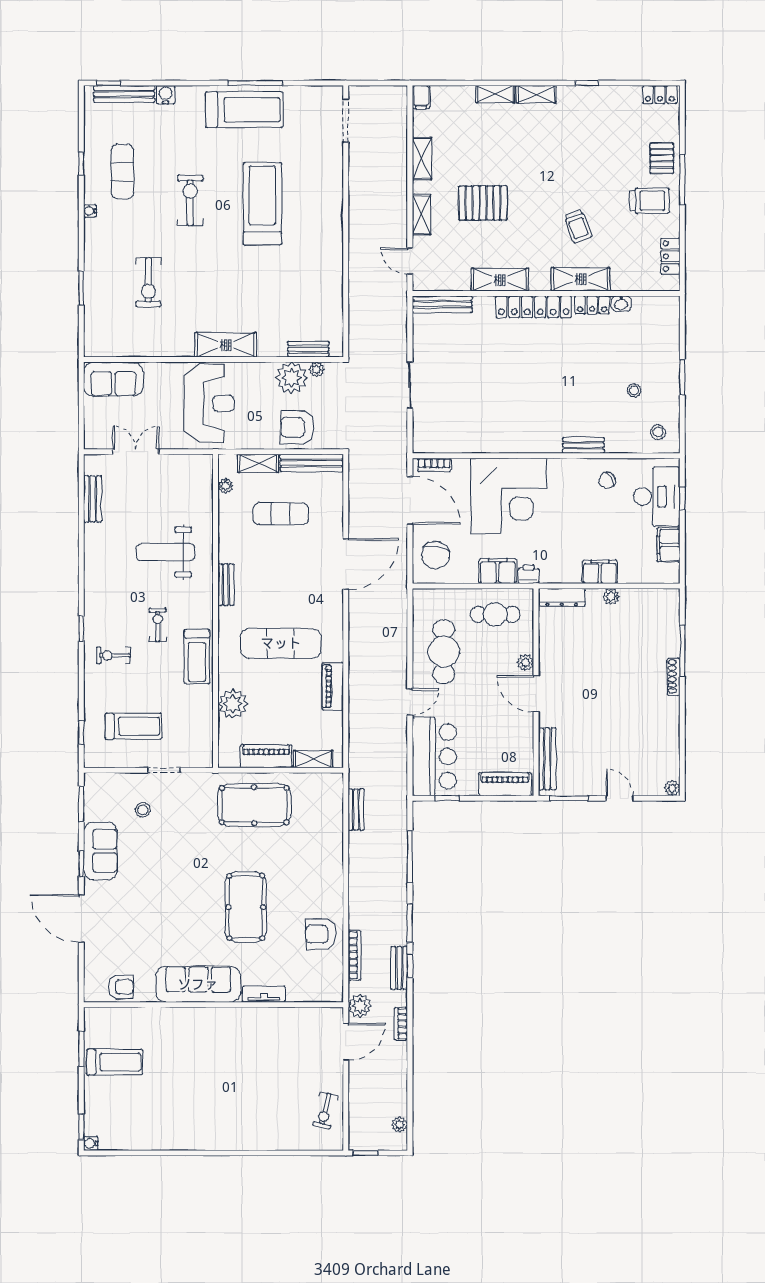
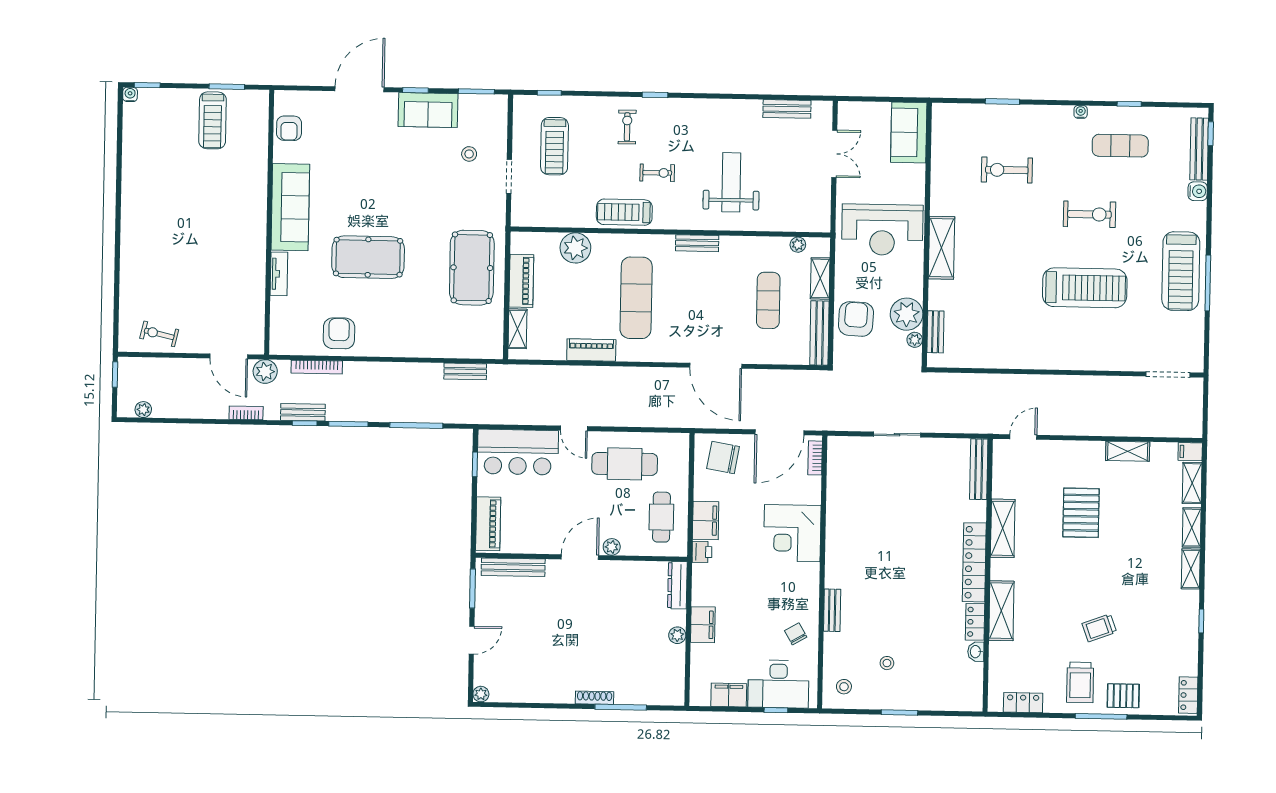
shelving: (421, 215) -> (1192, 483), moved, turned 90
trolley: (578, 226) -> (1099, 628), moved
corner desk: (509, 496) -> (792, 533), width x0.74, depth x0.74

